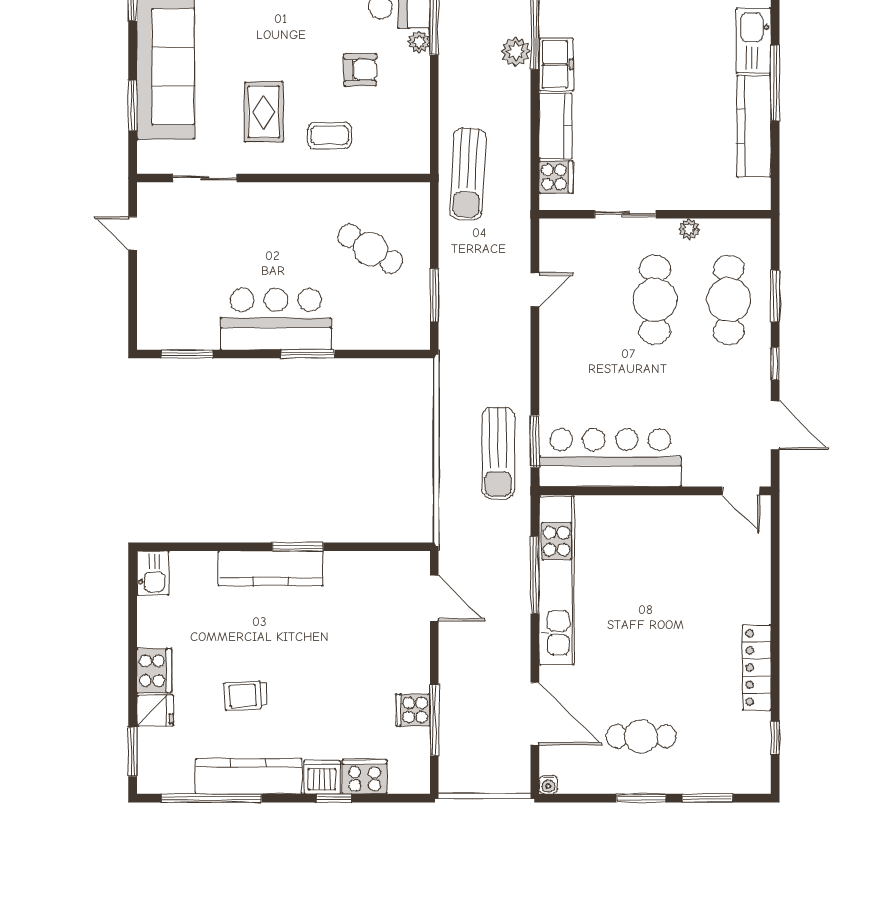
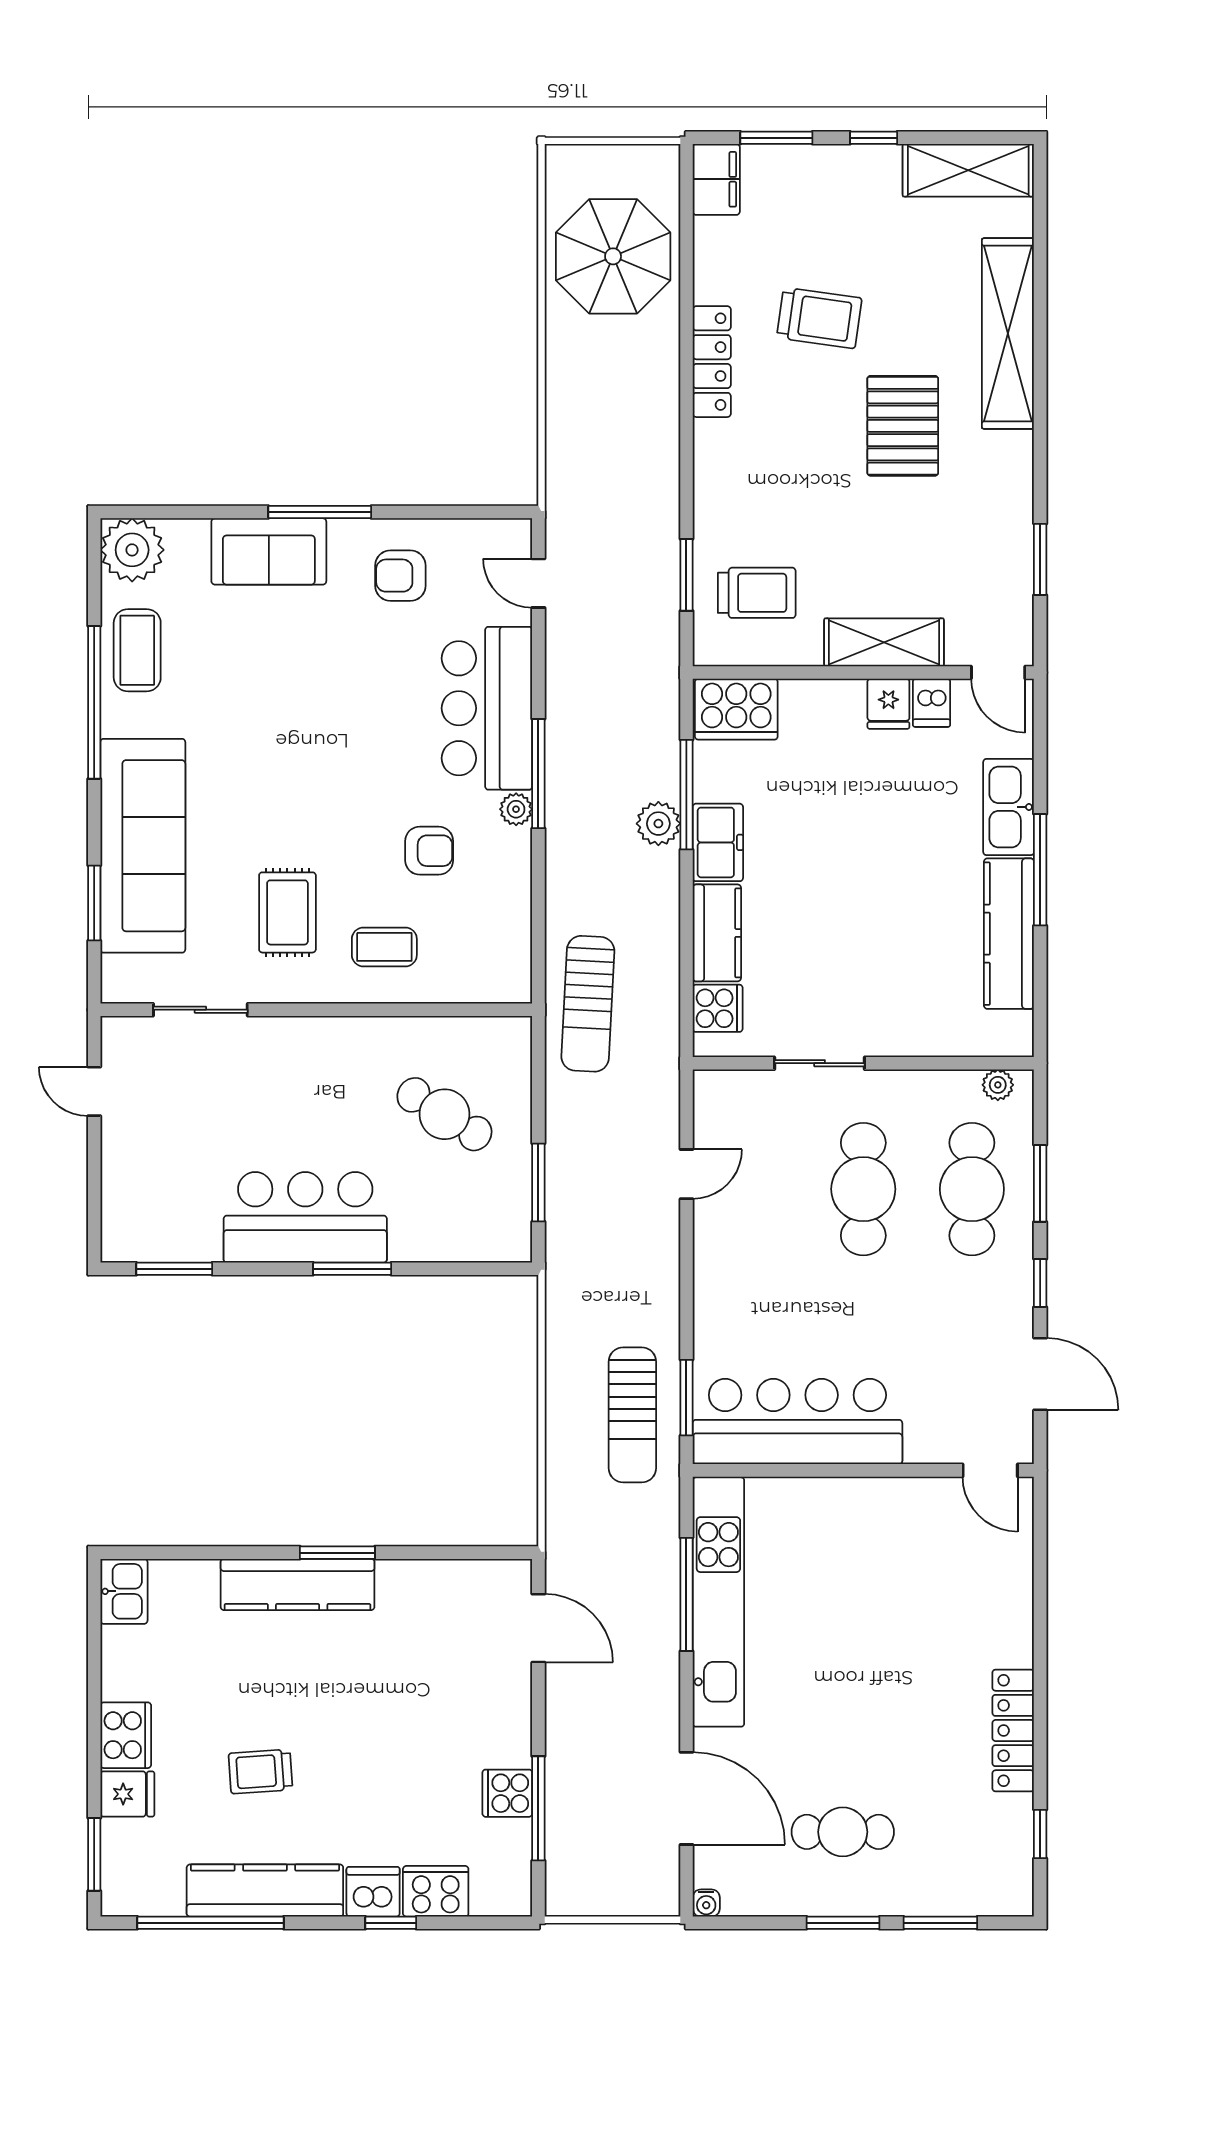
plant: (689, 229) -> (998, 1085), moved

